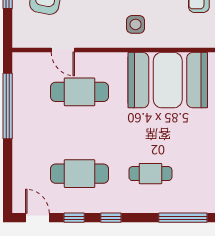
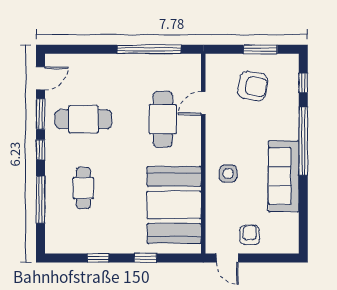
cafe table: (80, 174) -> (83, 119), turned 90
window: (74, 218) -> (41, 114), width x1.50
window: (183, 218) -> (41, 200), moved

